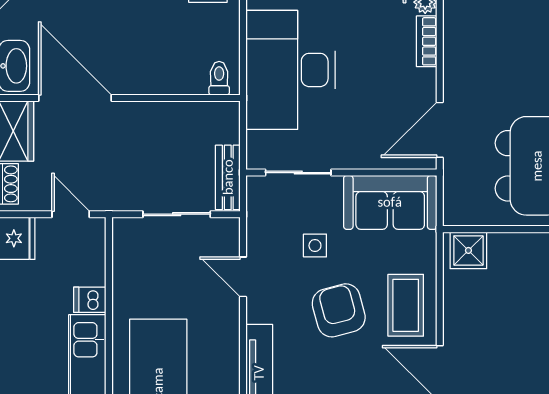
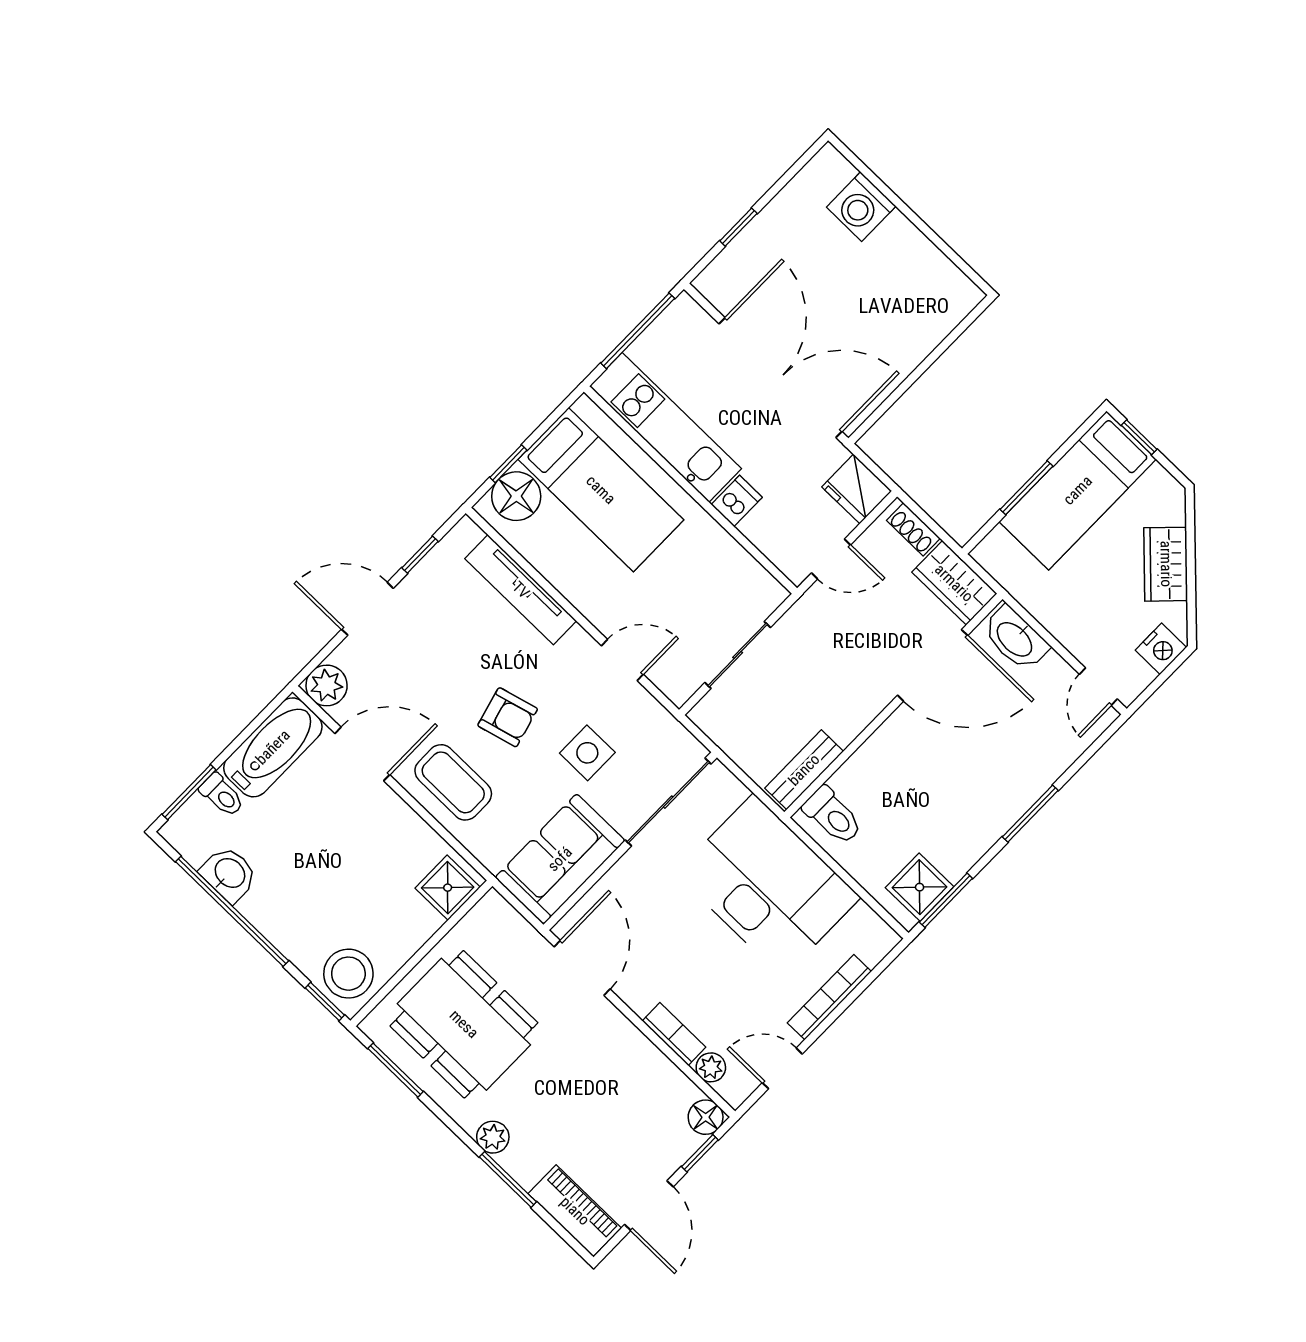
toilet: (219, 78) -> (833, 816), width x1.37, depth x1.39
sliding door: (298, 173) -> (668, 802), width x1.37
bench: (228, 177) -> (804, 770), moved, turned 90
side table: (315, 246) -> (587, 753), width x1.37, depth x1.37
armchair: (339, 310) -> (508, 717), width x0.72, depth x0.72

